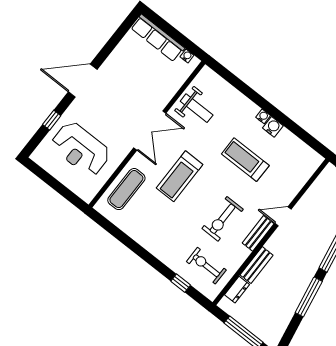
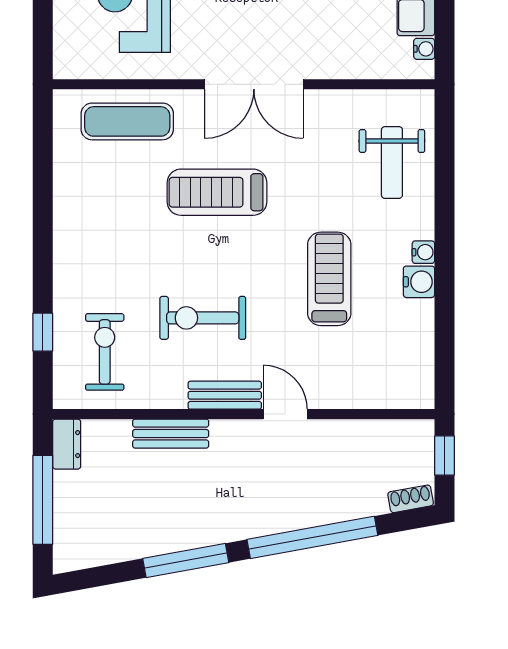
weight bench: (197, 108) -> (392, 162), moved
dresser: (237, 290) -> (67, 444), moved, turned -90

